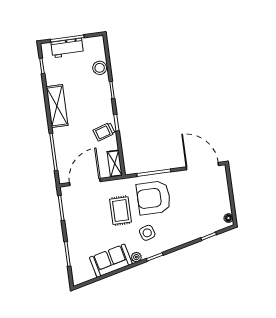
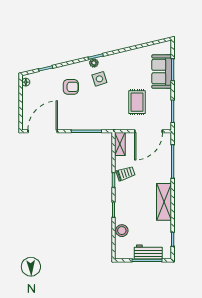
door: (202, 166) -> (43, 131), swing flipped
armchair: (154, 198) -> (71, 87), moved, width x0.53, depth x0.53
rug: (120, 211) -> (137, 102), moved
plant: (136, 257) -> (94, 63), moved
sofa: (111, 261) -> (162, 72), moved, turned 103

